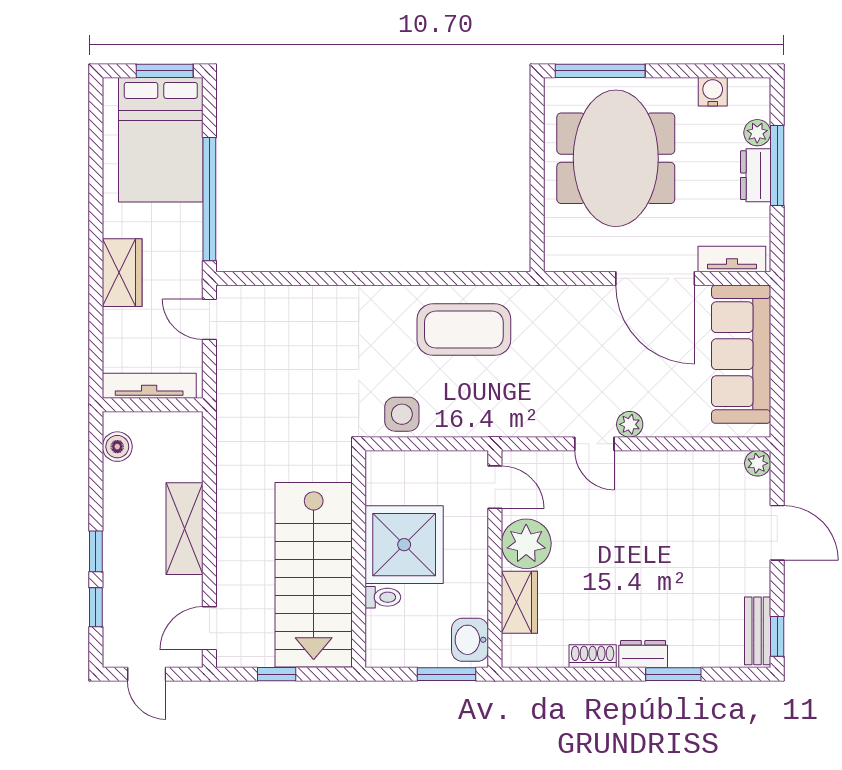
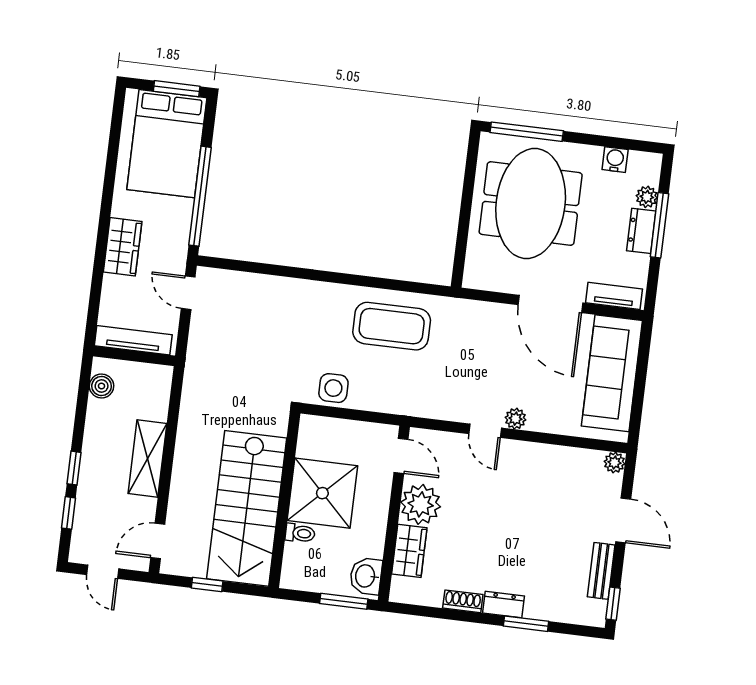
bench: (758, 631) -> (601, 571), moved

